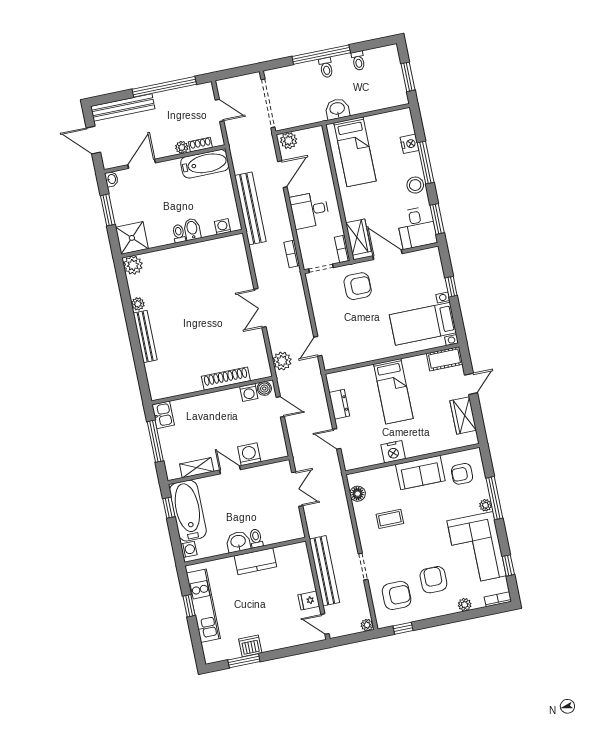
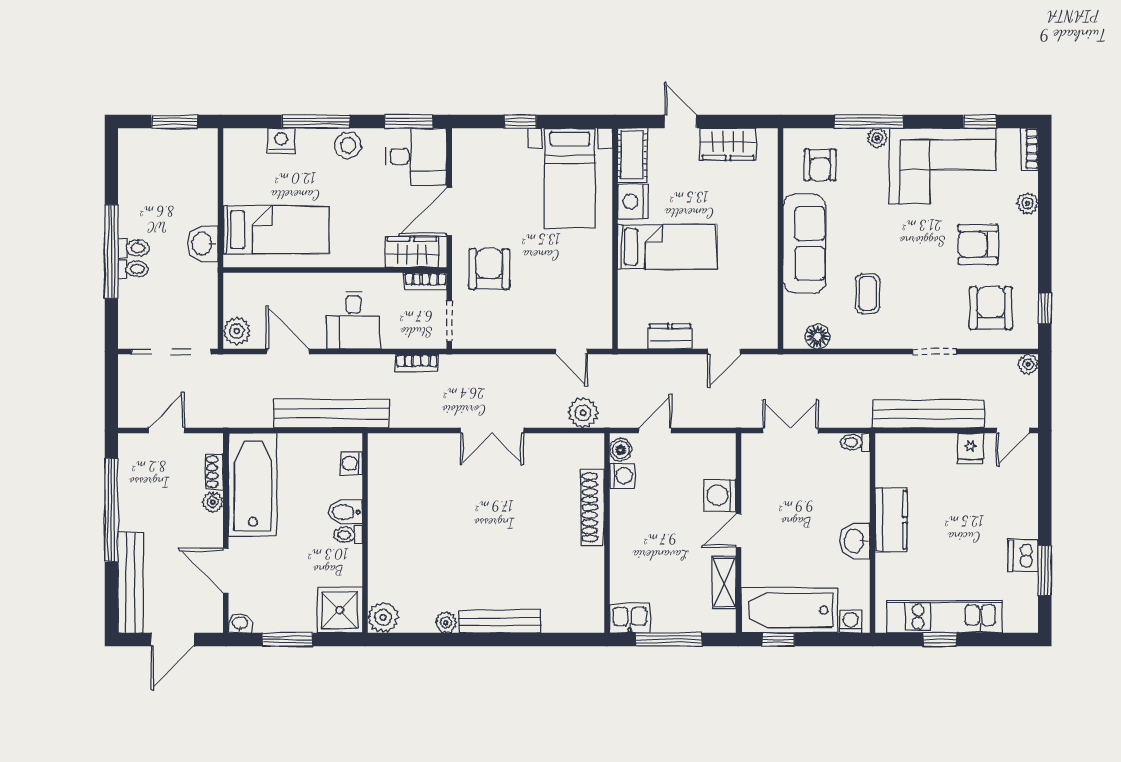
toilet: (358, 61) -> (133, 269), moved
bathtub: (205, 164) -> (253, 485), width x1.36, depth x1.36
nightstand: (393, 452) -> (633, 201), moved, turned 180
sofa: (420, 473) -> (804, 244), width x1.36
toilet: (256, 538) -> (855, 442), moved

